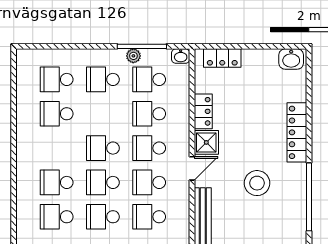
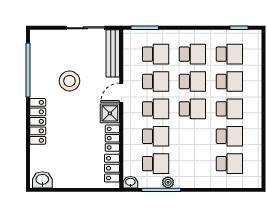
locker: (222, 58) -> (112, 168), moved, turned -90
school desk: (103, 79) -> (229, 109), moved

